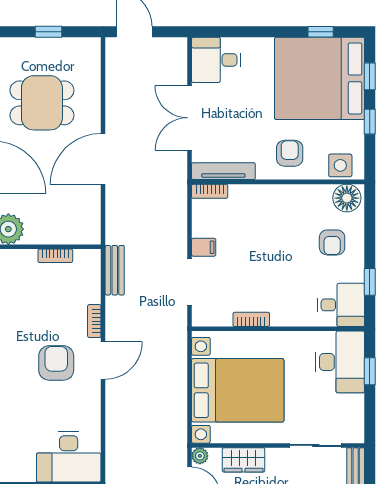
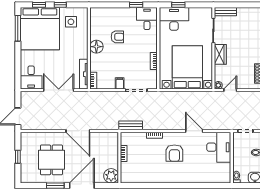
window: (321, 32) -> (18, 28), width x2.17
double door: (189, 118) -> (59, 90), swing flipped
armchair: (290, 153) -> (75, 43), removed
side table: (340, 165) -> (71, 22), moved
floor lamp: (347, 198) -> (96, 47), moved
armchair: (332, 242) -> (117, 37), moved
door: (103, 361) -> (194, 131), moved
armchair: (56, 363) -> (174, 153), turned -90
wardrobe: (244, 460) -> (220, 54), moved

